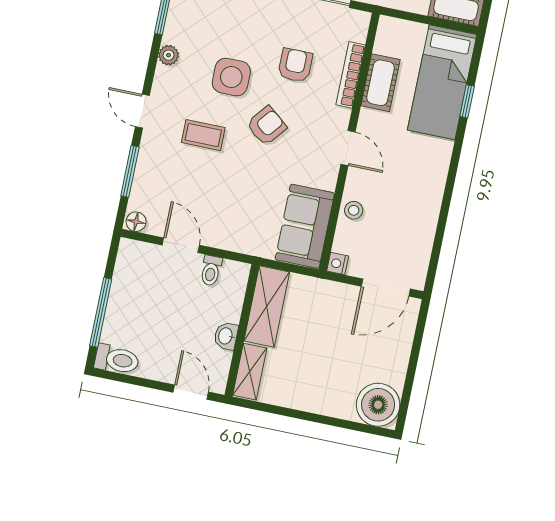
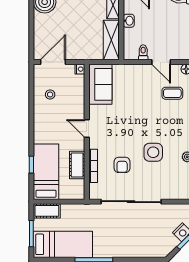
armchair: (266, 126) -> (130, 131), removed
coffee table: (203, 135) -> (172, 93), moved
stool: (354, 210) -> (50, 94), moved

